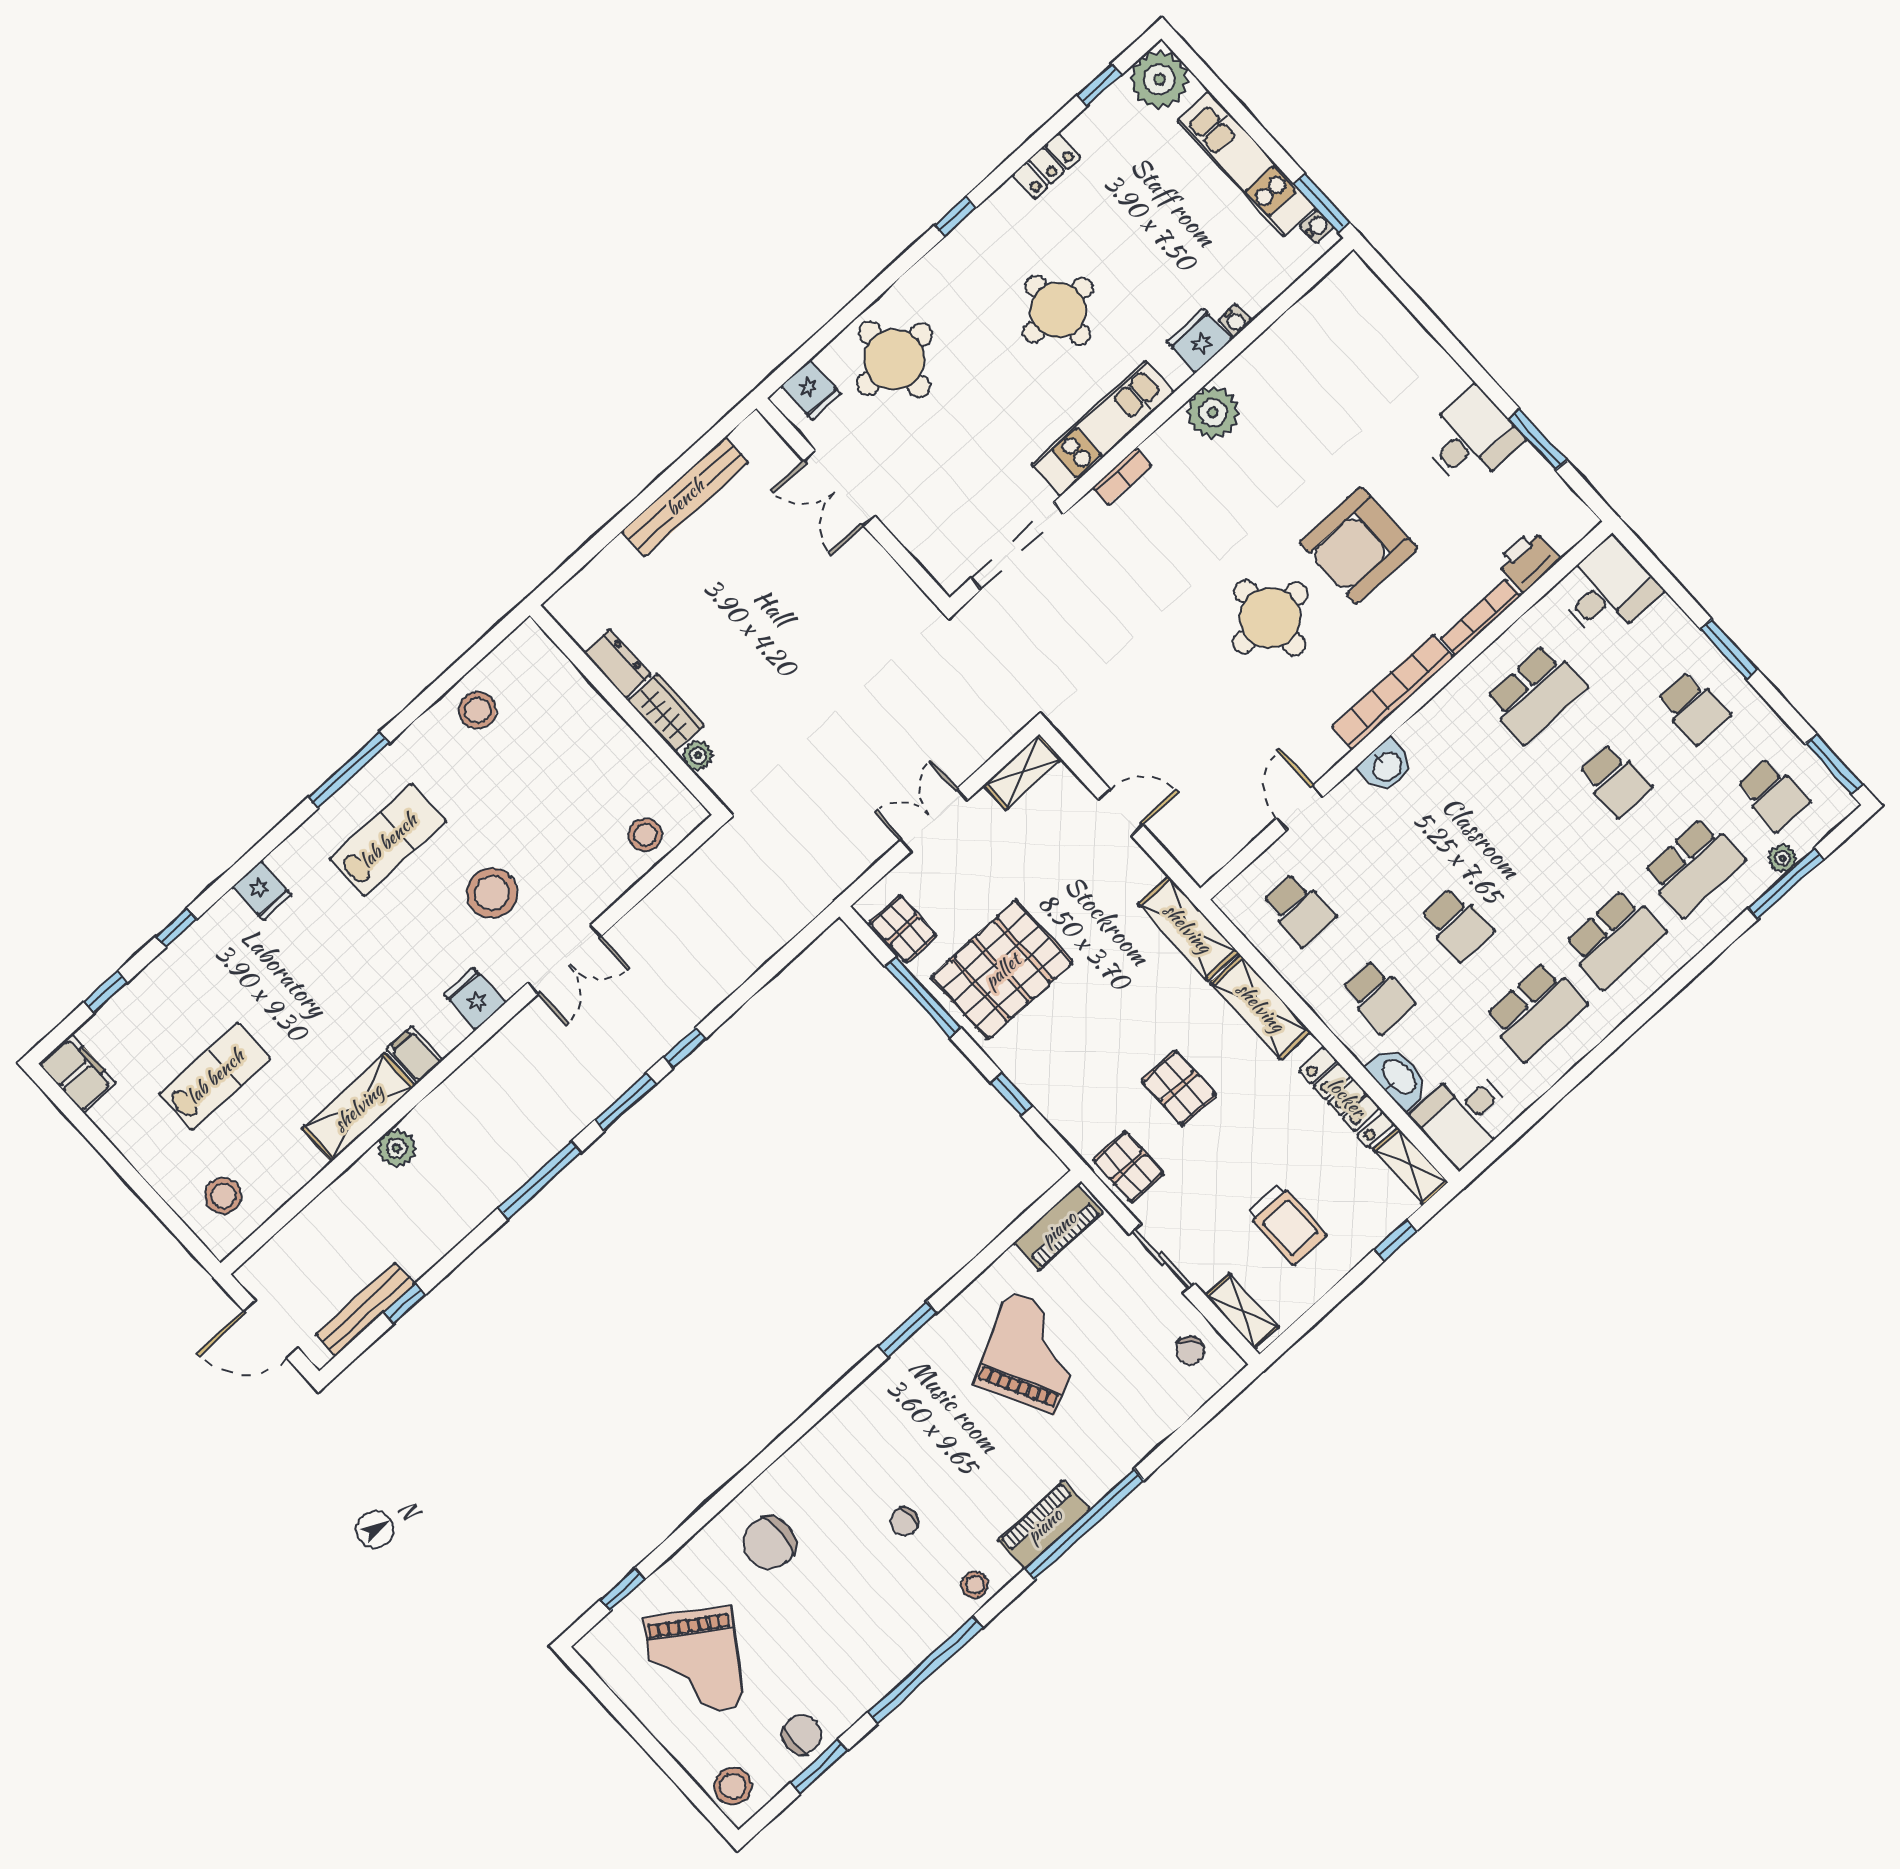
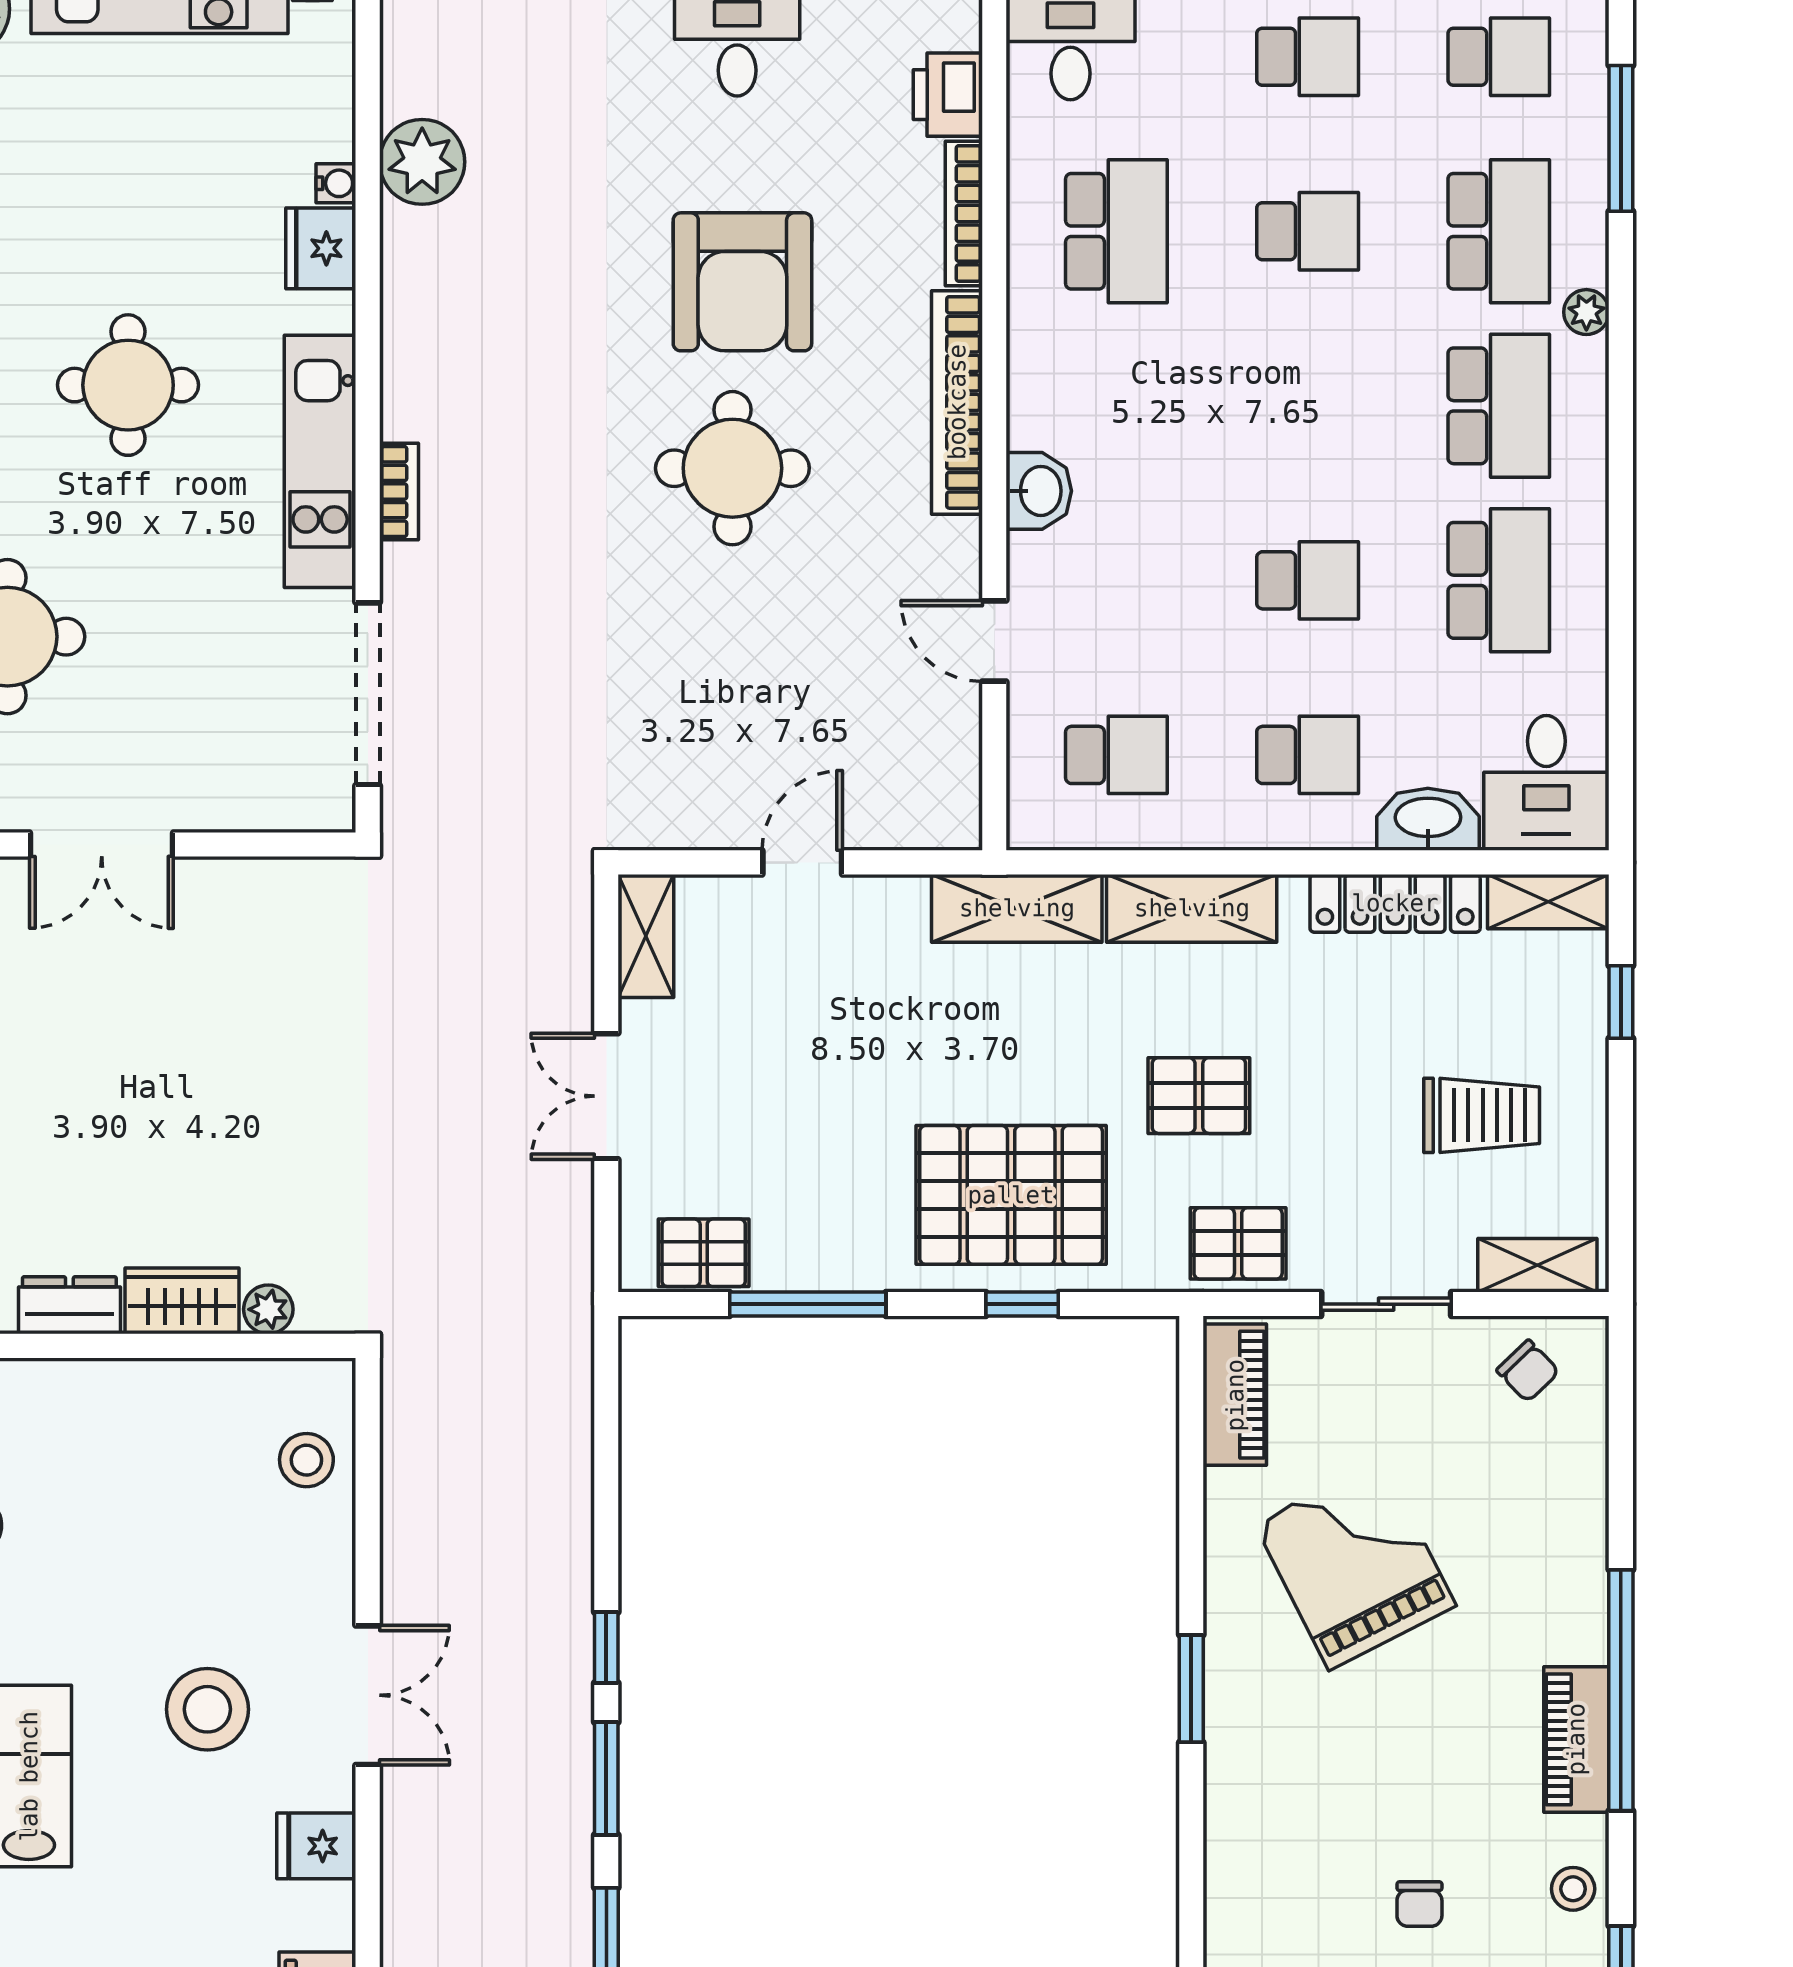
plant: (1213, 413) -> (422, 162), moved
plant: (1782, 858) -> (1586, 312), moved
pallet: (1002, 970) -> (1011, 1195), moved, turned 90

